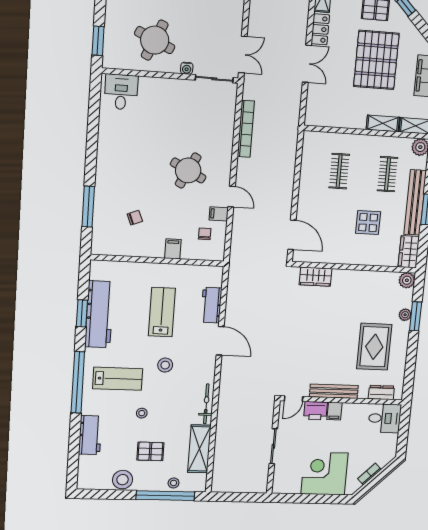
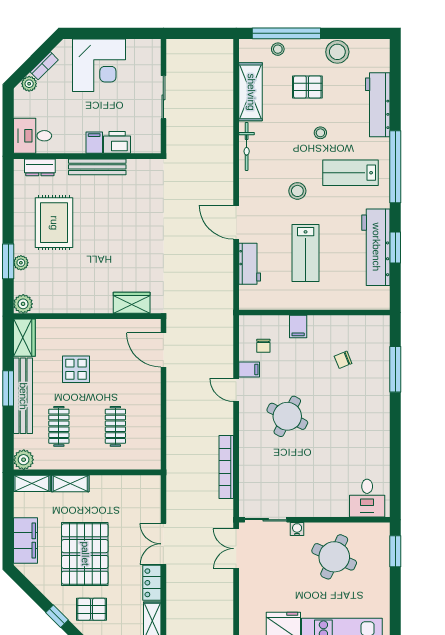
door: (294, 399) -> (145, 156), removed
workbench: (90, 435) -> (378, 105), width x1.38
plant: (383, 460) -> (29, 84), added

